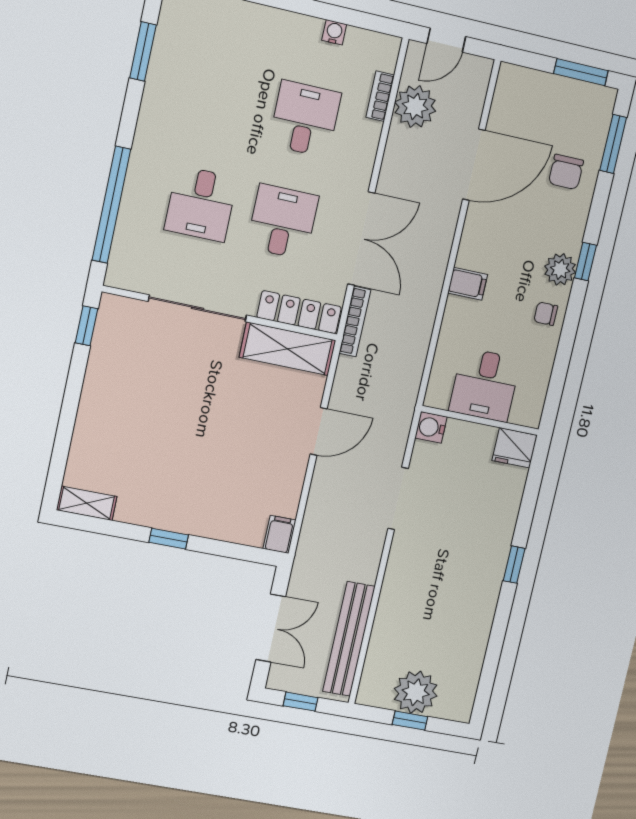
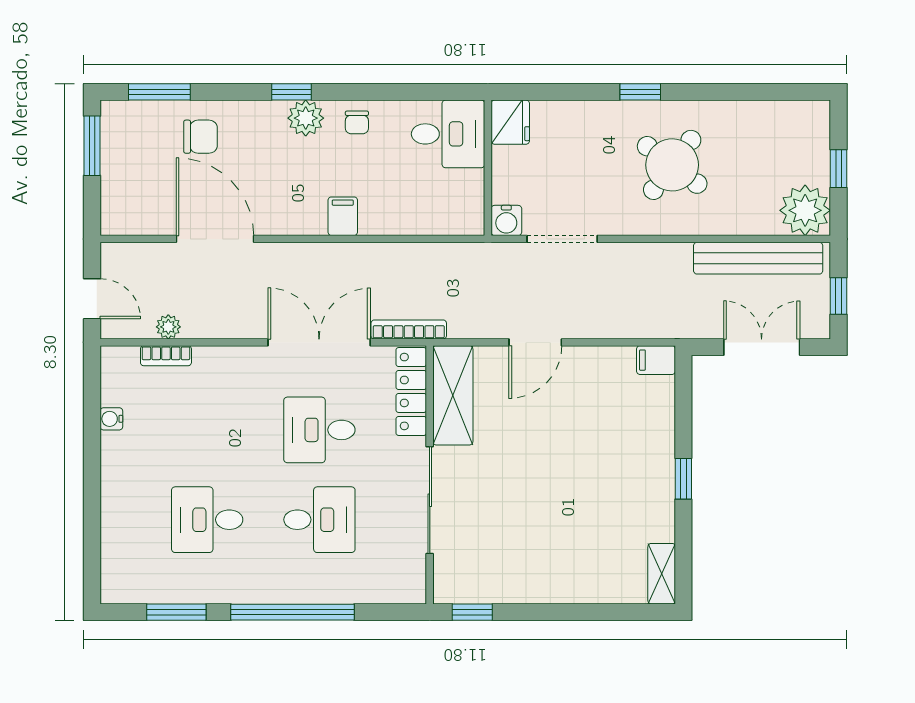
plant: (415, 107) -> (168, 327), width x0.53, depth x0.53
desk: (305, 119) -> (207, 520), moved
window: (111, 205) -> (293, 612), moved
desk: (485, 385) -> (448, 134), moved
door: (319, 431) -> (535, 342), swing flipped
doorway: (398, 498) -> (562, 239), moved
round table: (446, 580) -> (672, 165), added
plant: (416, 692) -> (805, 210), moved

